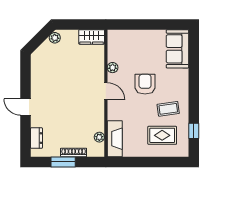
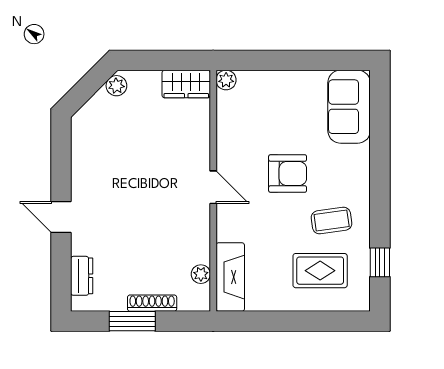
plant: (113, 68) -> (226, 80), moved
armchair: (145, 84) -> (288, 174), turned 90

